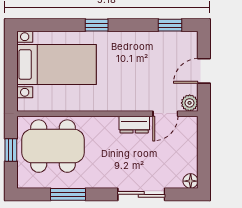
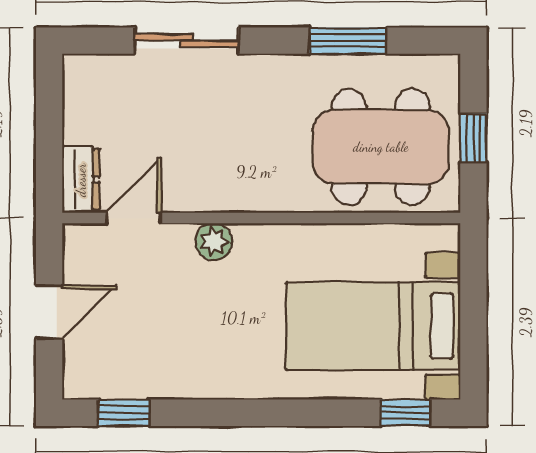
window: (97, 25) -> (406, 413), moved
plant: (190, 103) -> (214, 242), moved
dresser: (134, 125) -> (81, 180), moved, turned 90
floor lamp: (191, 181) -> (78, 70), removed

